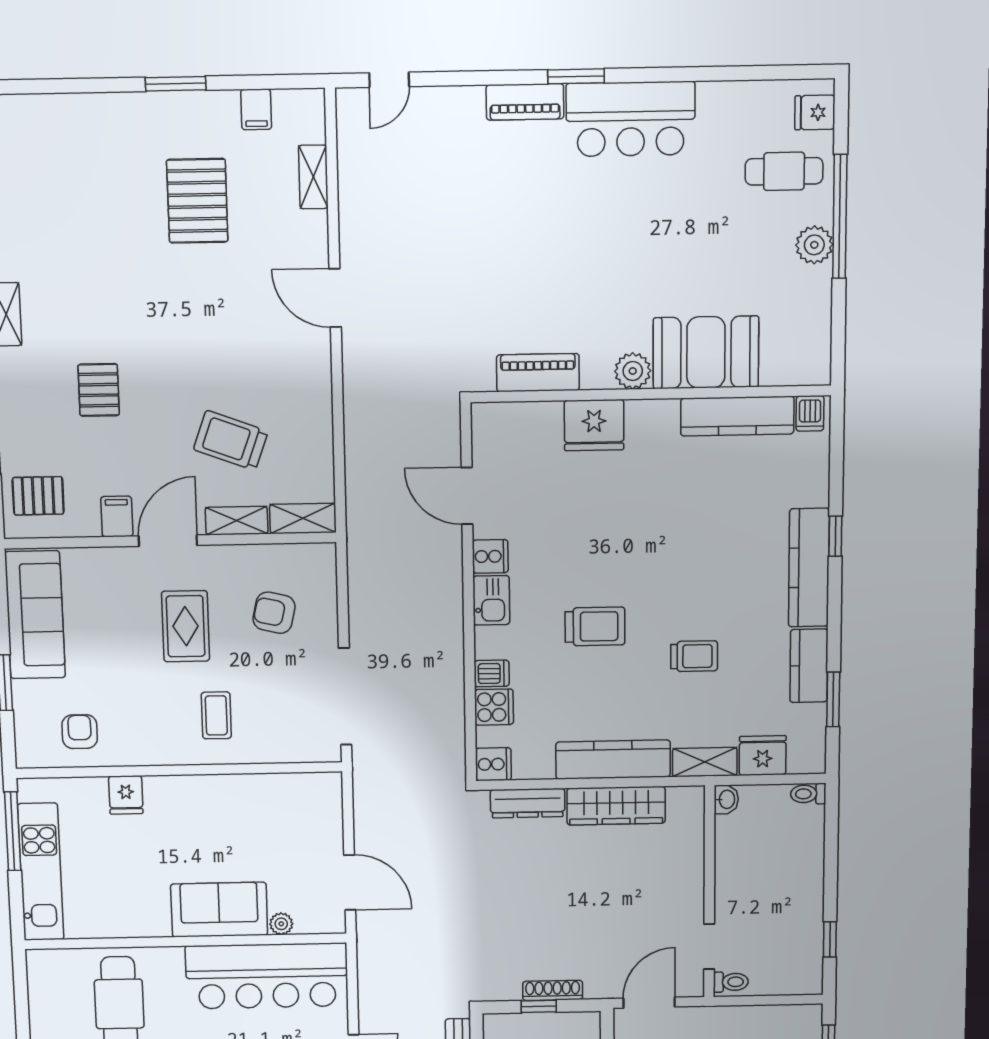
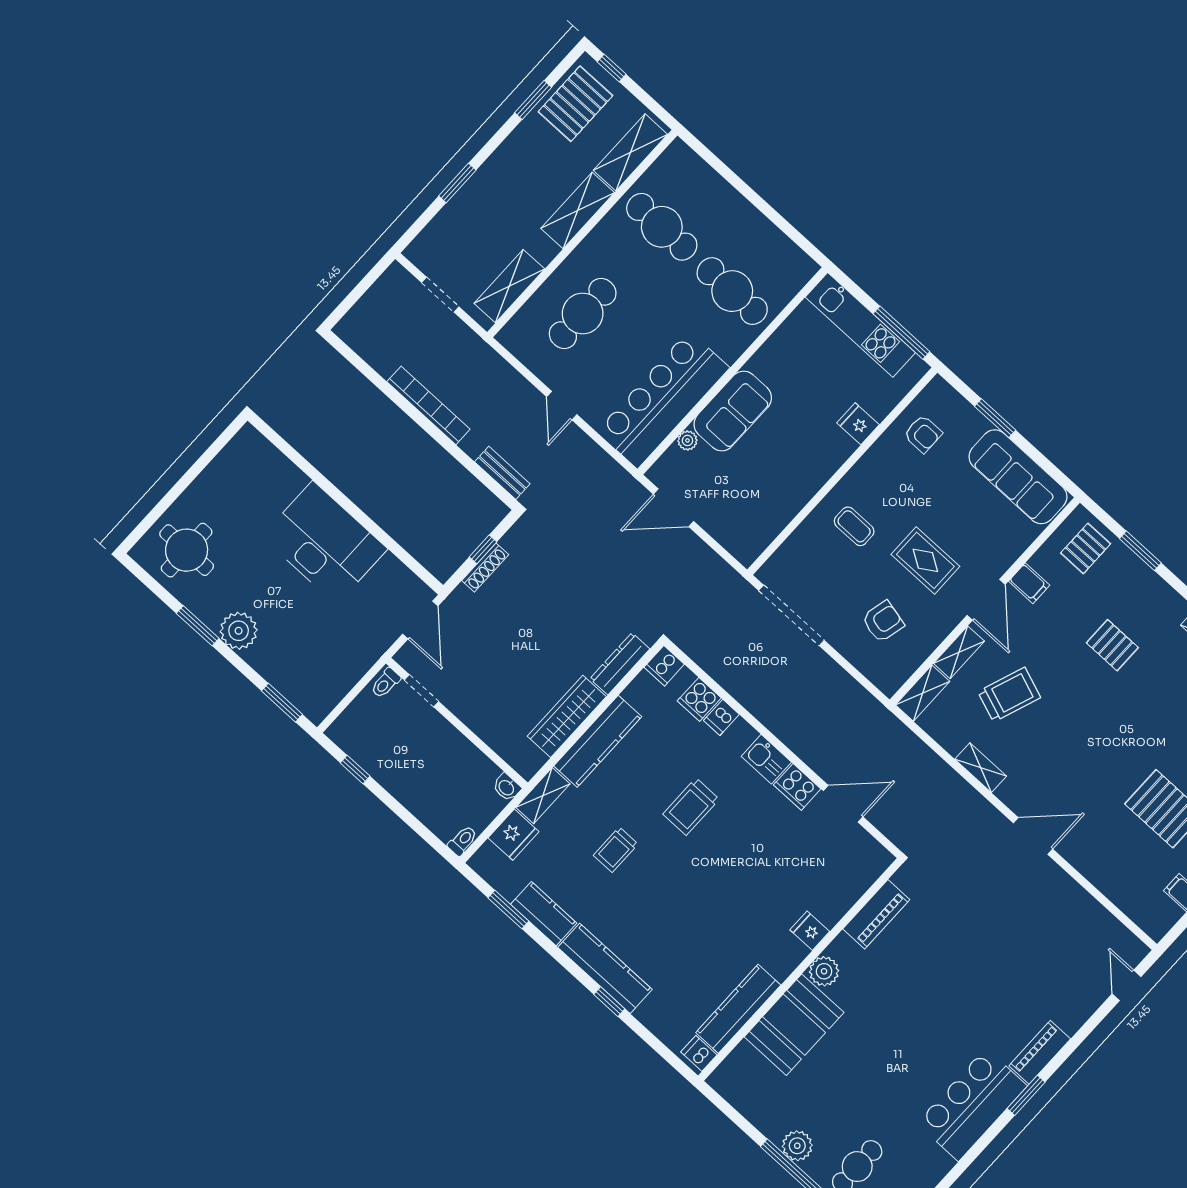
shelving: (313, 177) -> (981, 768), moved
fridge: (594, 425) -> (810, 931), width x0.53, depth x0.75
cooker: (490, 556) -> (797, 787), width x1.36

